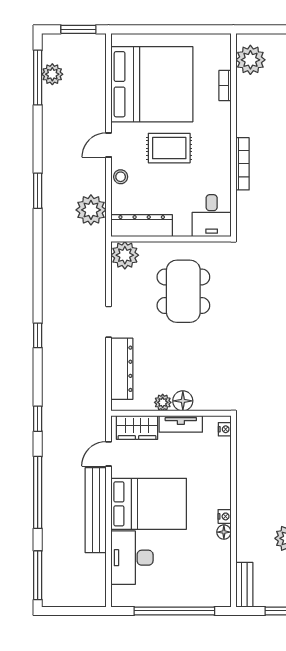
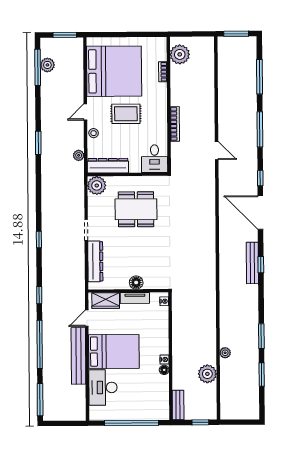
plant: (91, 210) -> (79, 155), width x0.53, depth x0.53
dining table: (183, 291) -> (136, 209), turned 90
plant: (163, 402) -> (123, 284), removed

